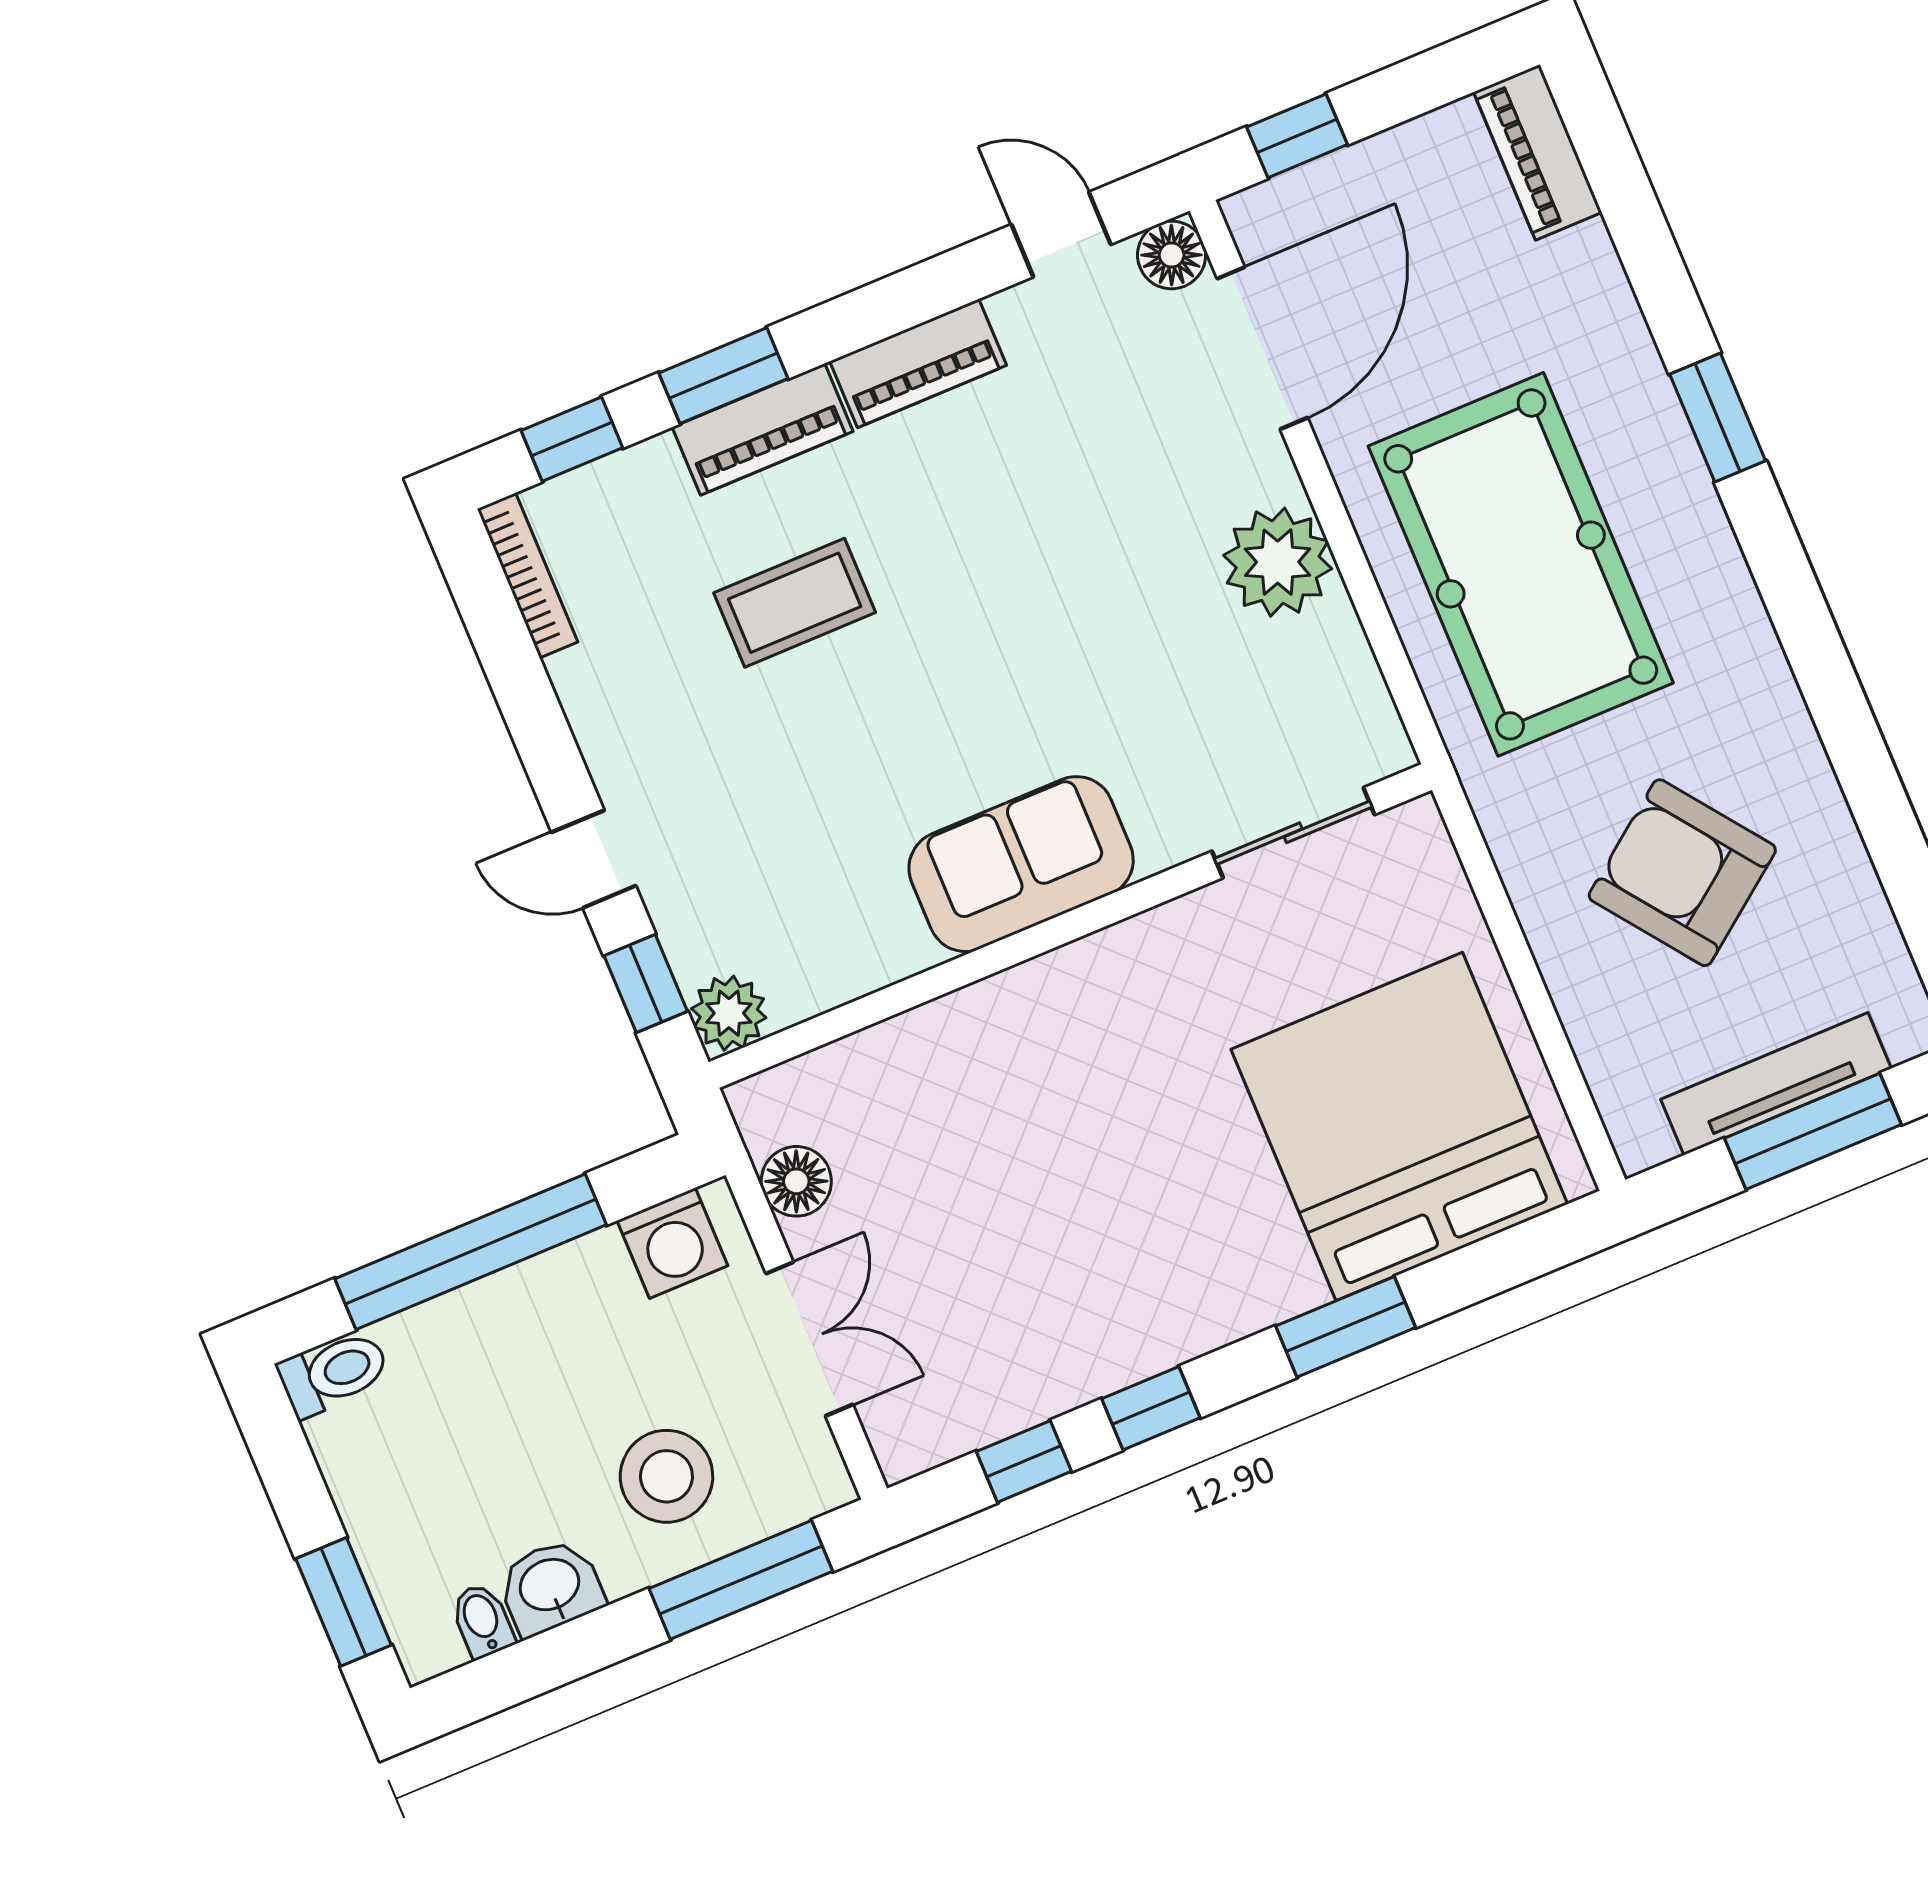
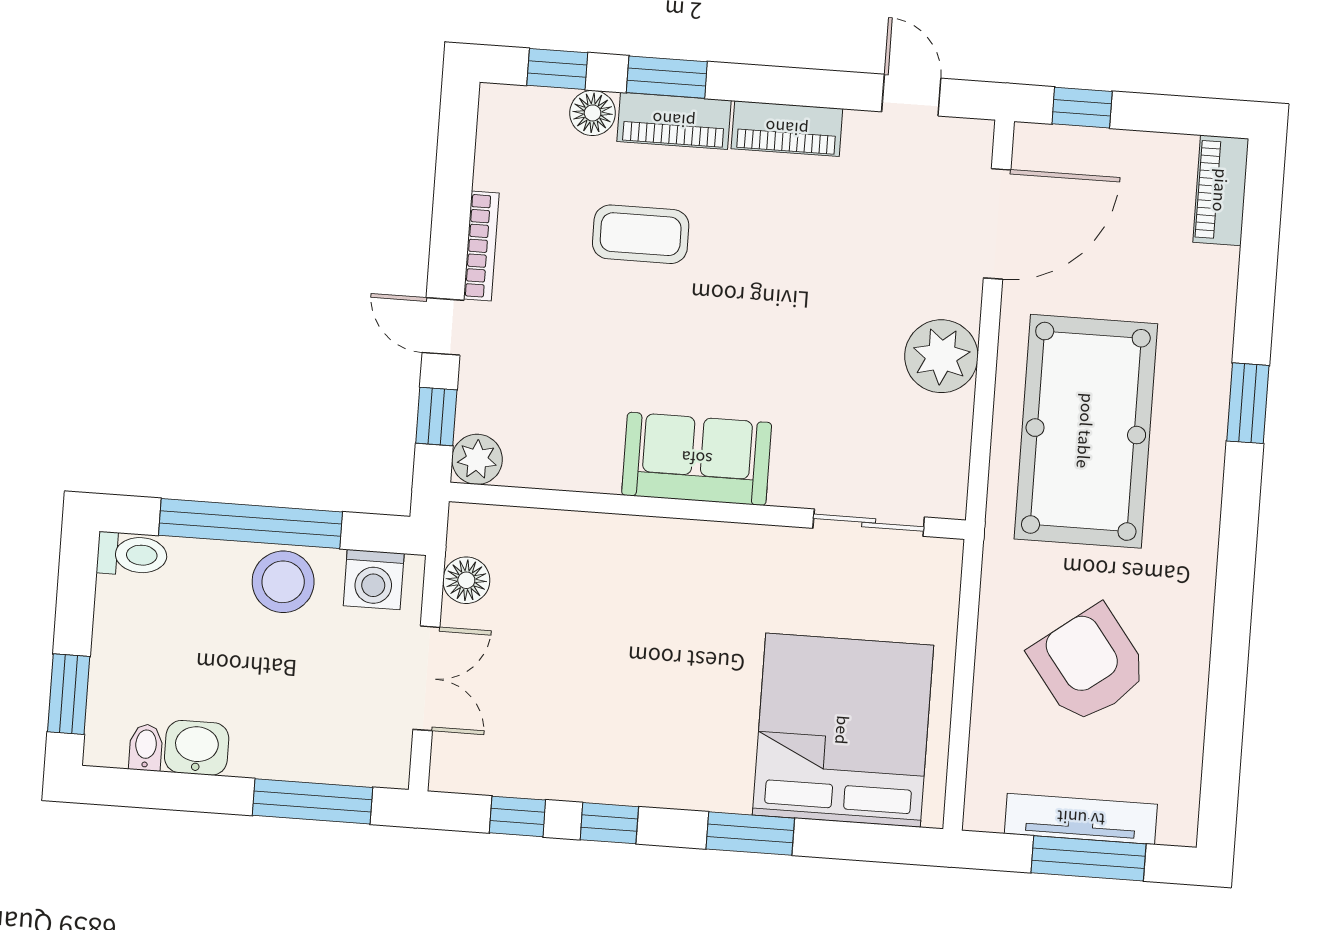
floor lamp: (1172, 255) -> (593, 113), moved
bookcase: (527, 575) -> (481, 246), moved
stool: (666, 1476) -> (283, 582), moved

